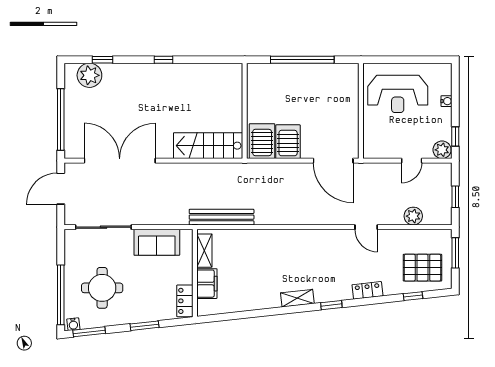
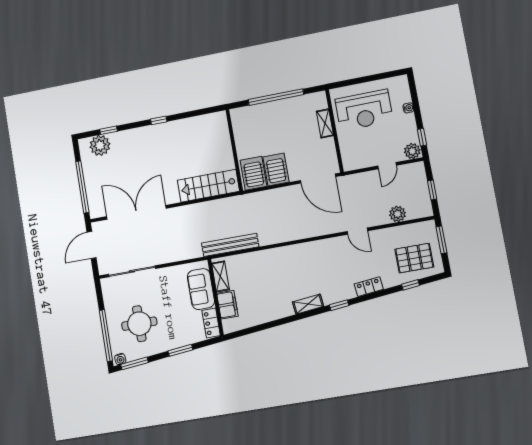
shelving: (352, 100) -> (325, 123), added
sofa: (157, 242) -> (201, 289), moved, turned 90

